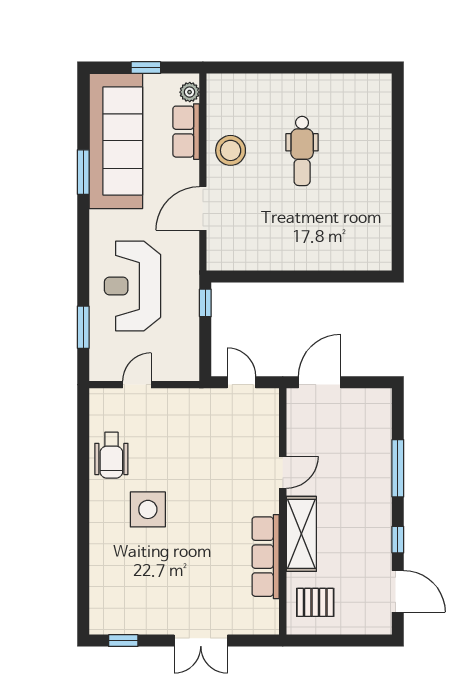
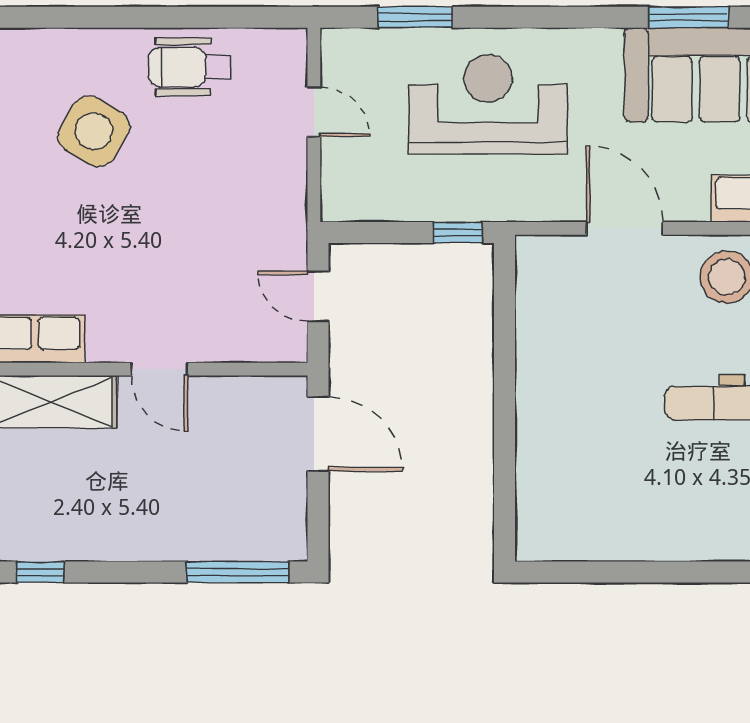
door: (241, 382) -> (318, 296), swing flipped
window: (398, 468) -> (238, 572), moved
side table: (148, 509) -> (94, 131), turned 30

